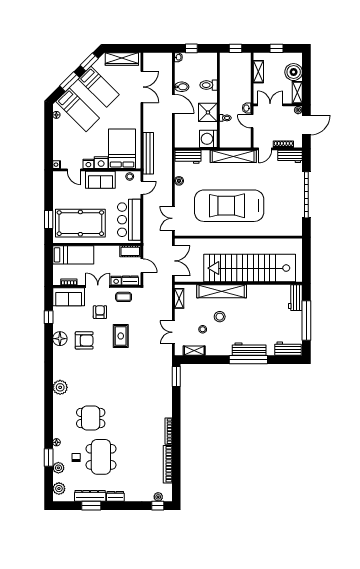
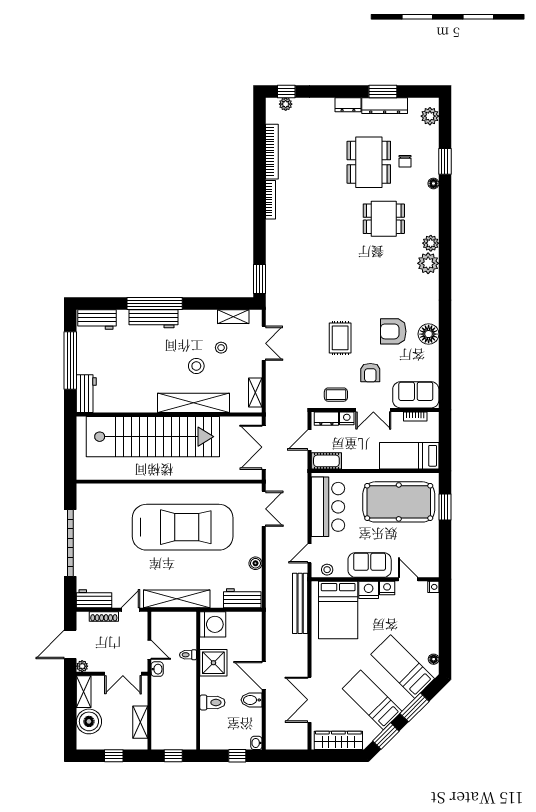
door: (142, 266) -> (309, 440), hinge flipped
window: (49, 317) -> (445, 365), removed
plant: (58, 468) -> (431, 243), moved

